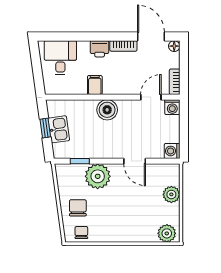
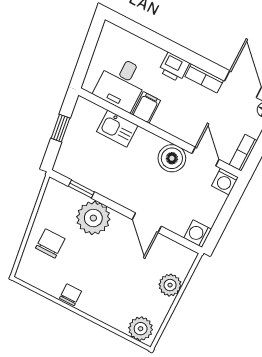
desk: (60, 58) -> (121, 83), moved, turned 180
door: (151, 97) -> (206, 156), hinge flipped
boiler: (107, 110) -> (172, 158), moved
kitchen sink: (59, 129) -> (117, 129), moved, turned 98
chair: (81, 232) -> (71, 295), moved

